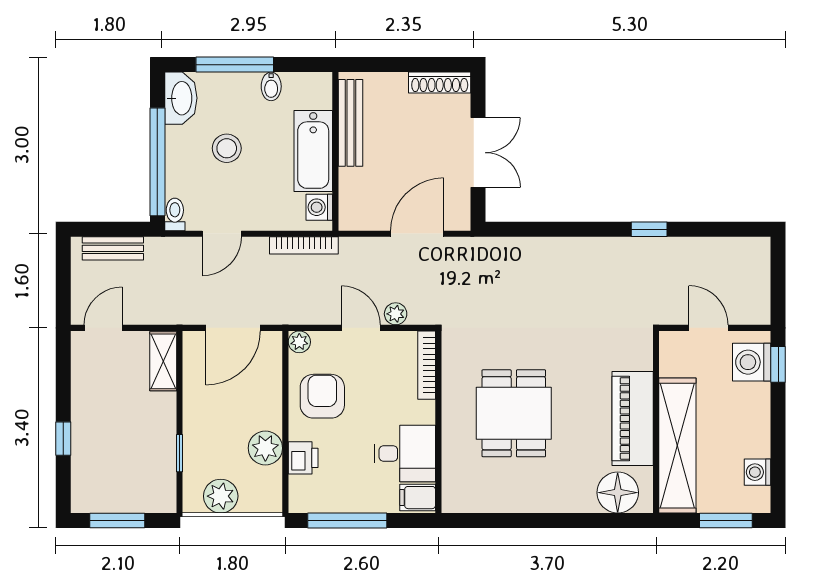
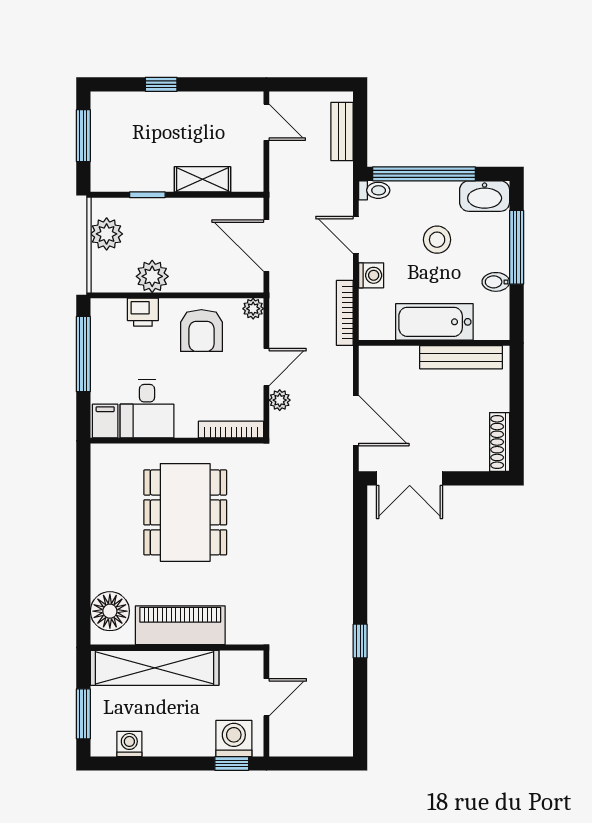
double door: (478, 153) -> (410, 478), moved
washing machine: (319, 207) -> (371, 275), moved, turned 90
shelving: (163, 361) -> (202, 179), moved
armchair: (322, 396) -> (201, 330), turned 90
dining table: (514, 413) -> (185, 512), width x1.38

